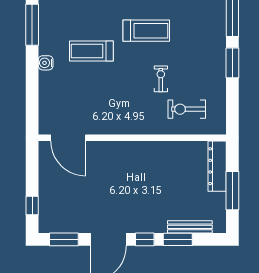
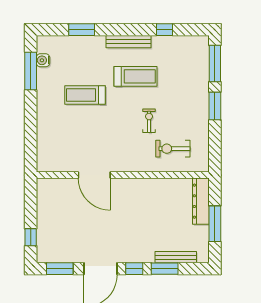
water cooler: (46, 63) -> (43, 60), moved
door: (68, 138) -> (94, 175), moved

